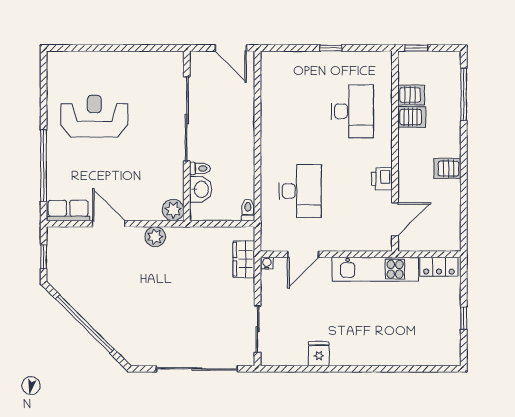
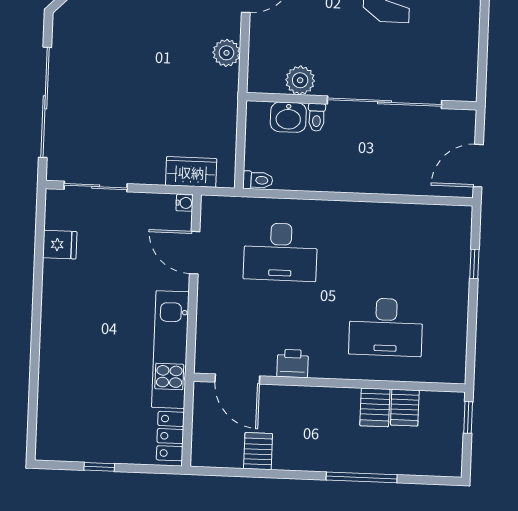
window: (331, 48) -> (474, 264), moved
window: (464, 94) -> (362, 477), moved
server rack: (447, 169) -> (258, 451), moved
plant: (173, 210) -> (300, 80), moved
fridge: (319, 354) -> (60, 245), moved

